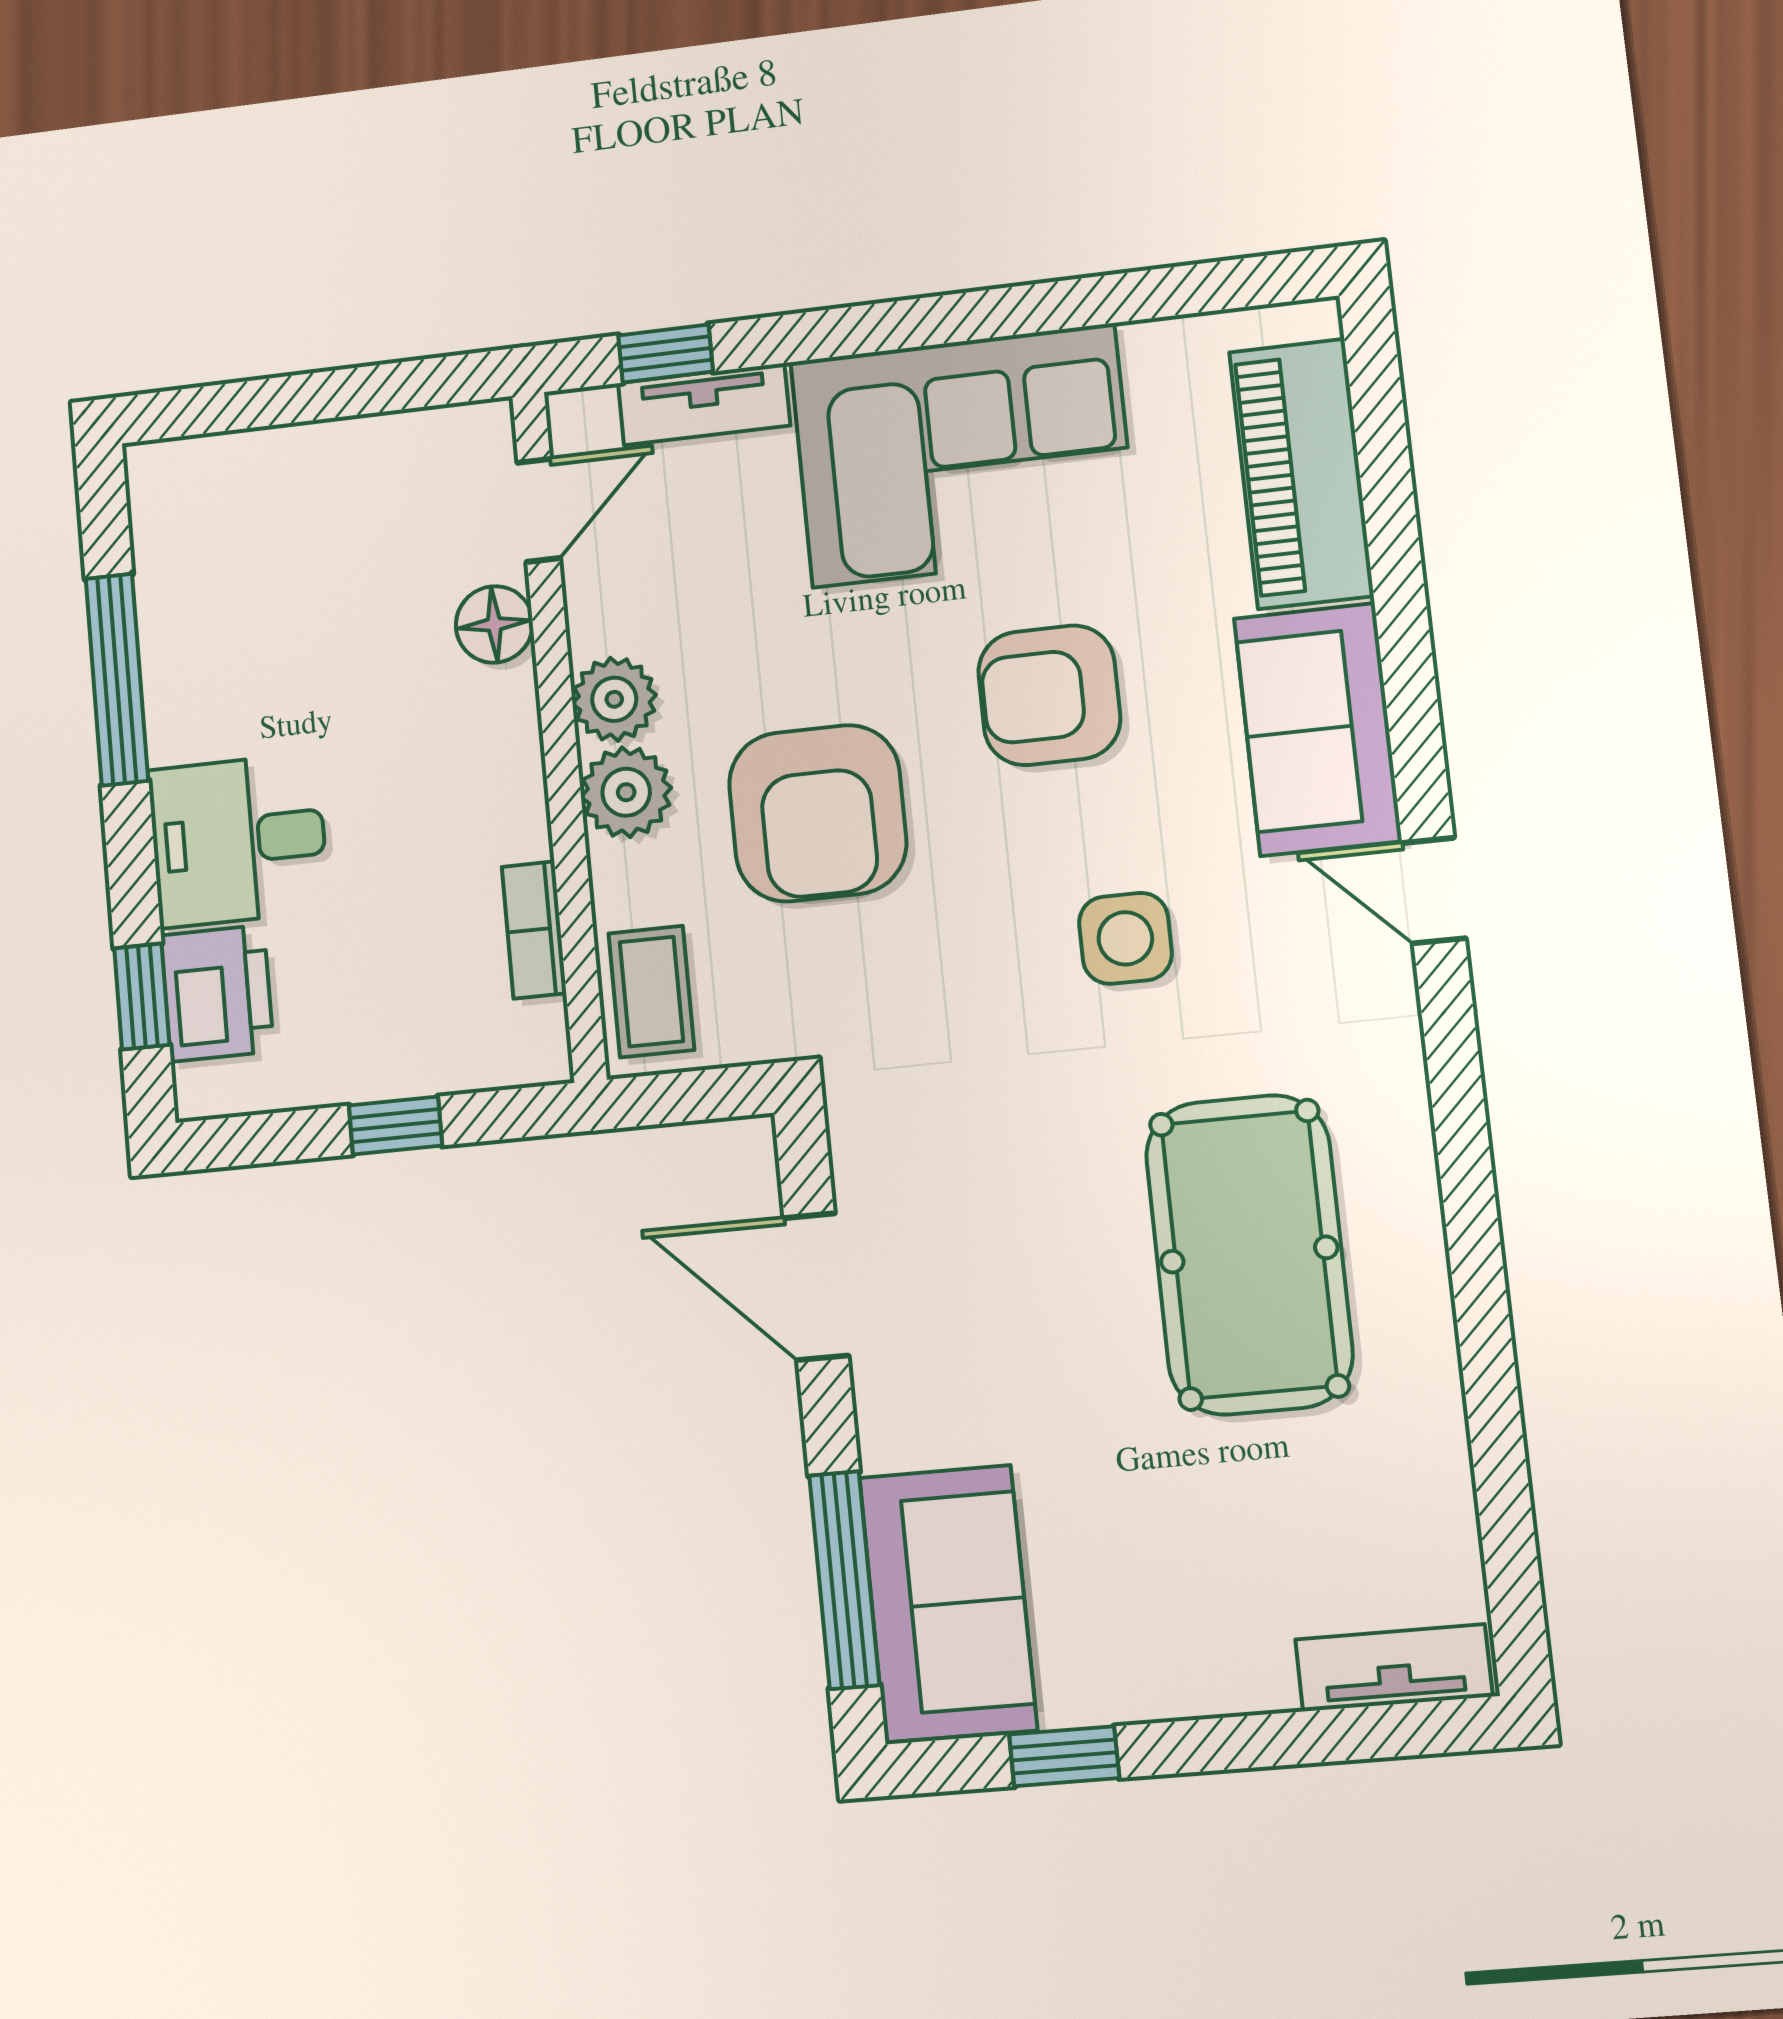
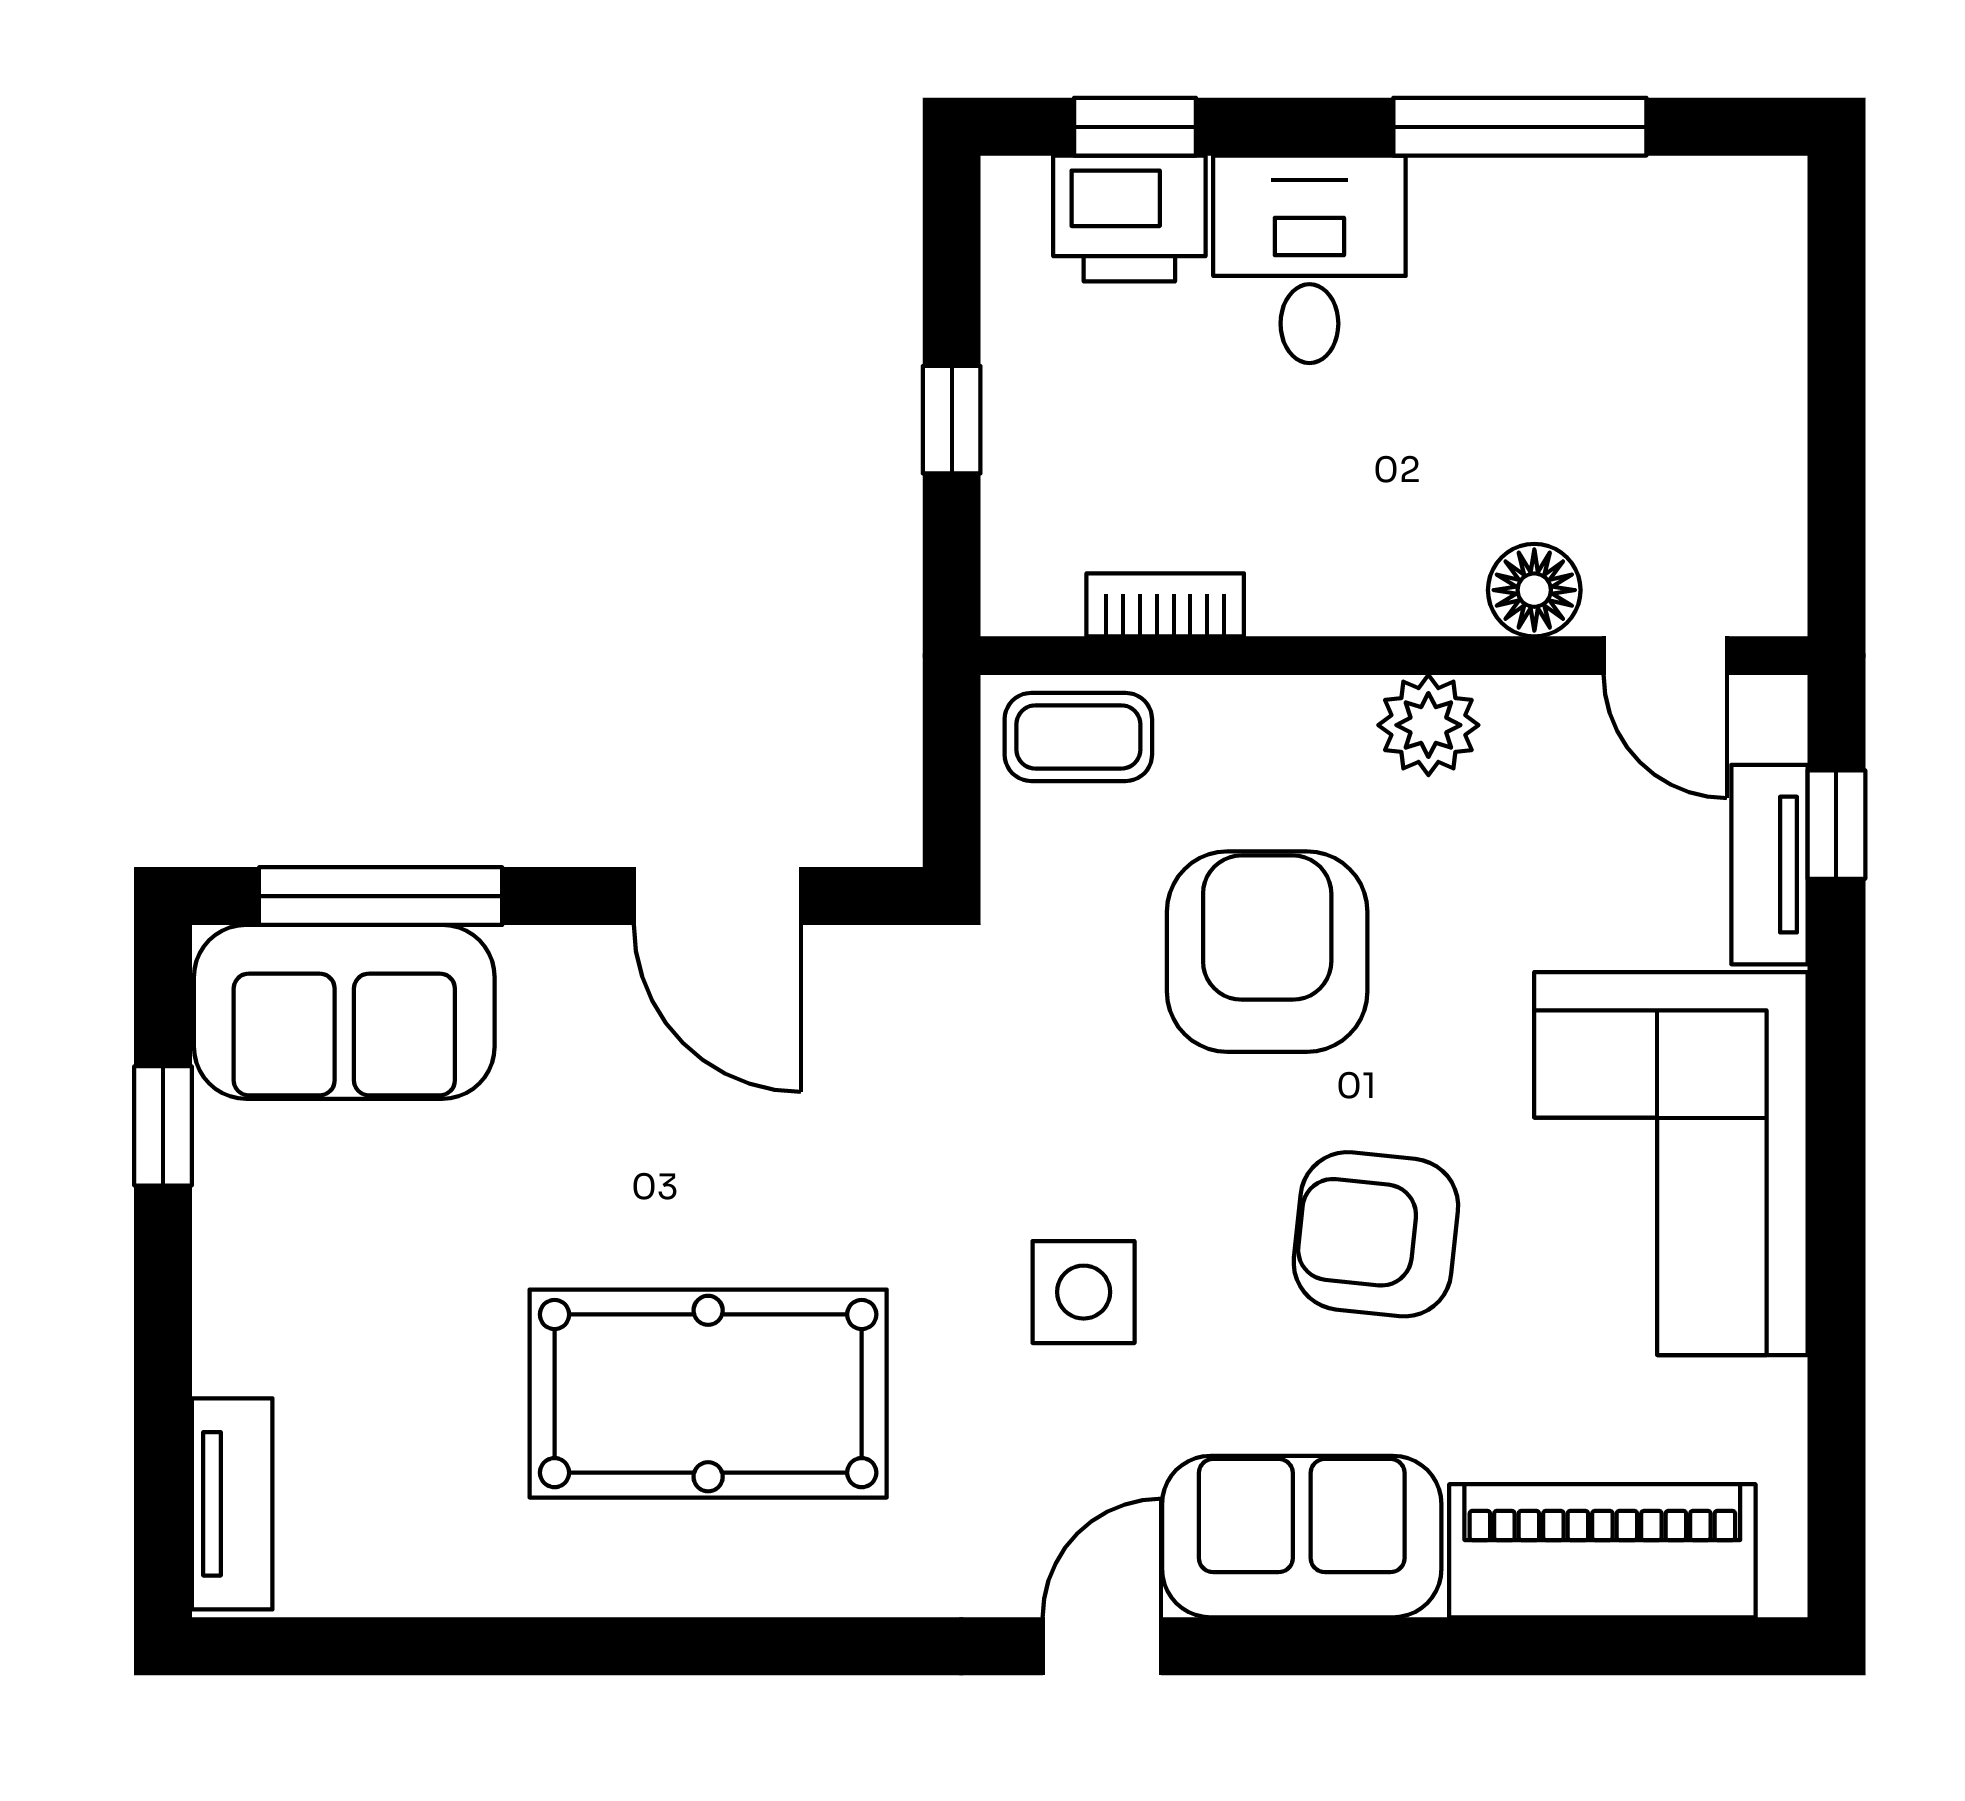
armchair: (1049, 695) -> (1376, 1234), turned -84
plant: (626, 792) -> (1316, 729), removed
armchair: (818, 813) -> (1267, 952), turned 90
door: (816, 1287) -> (717, 896), swing flipped

